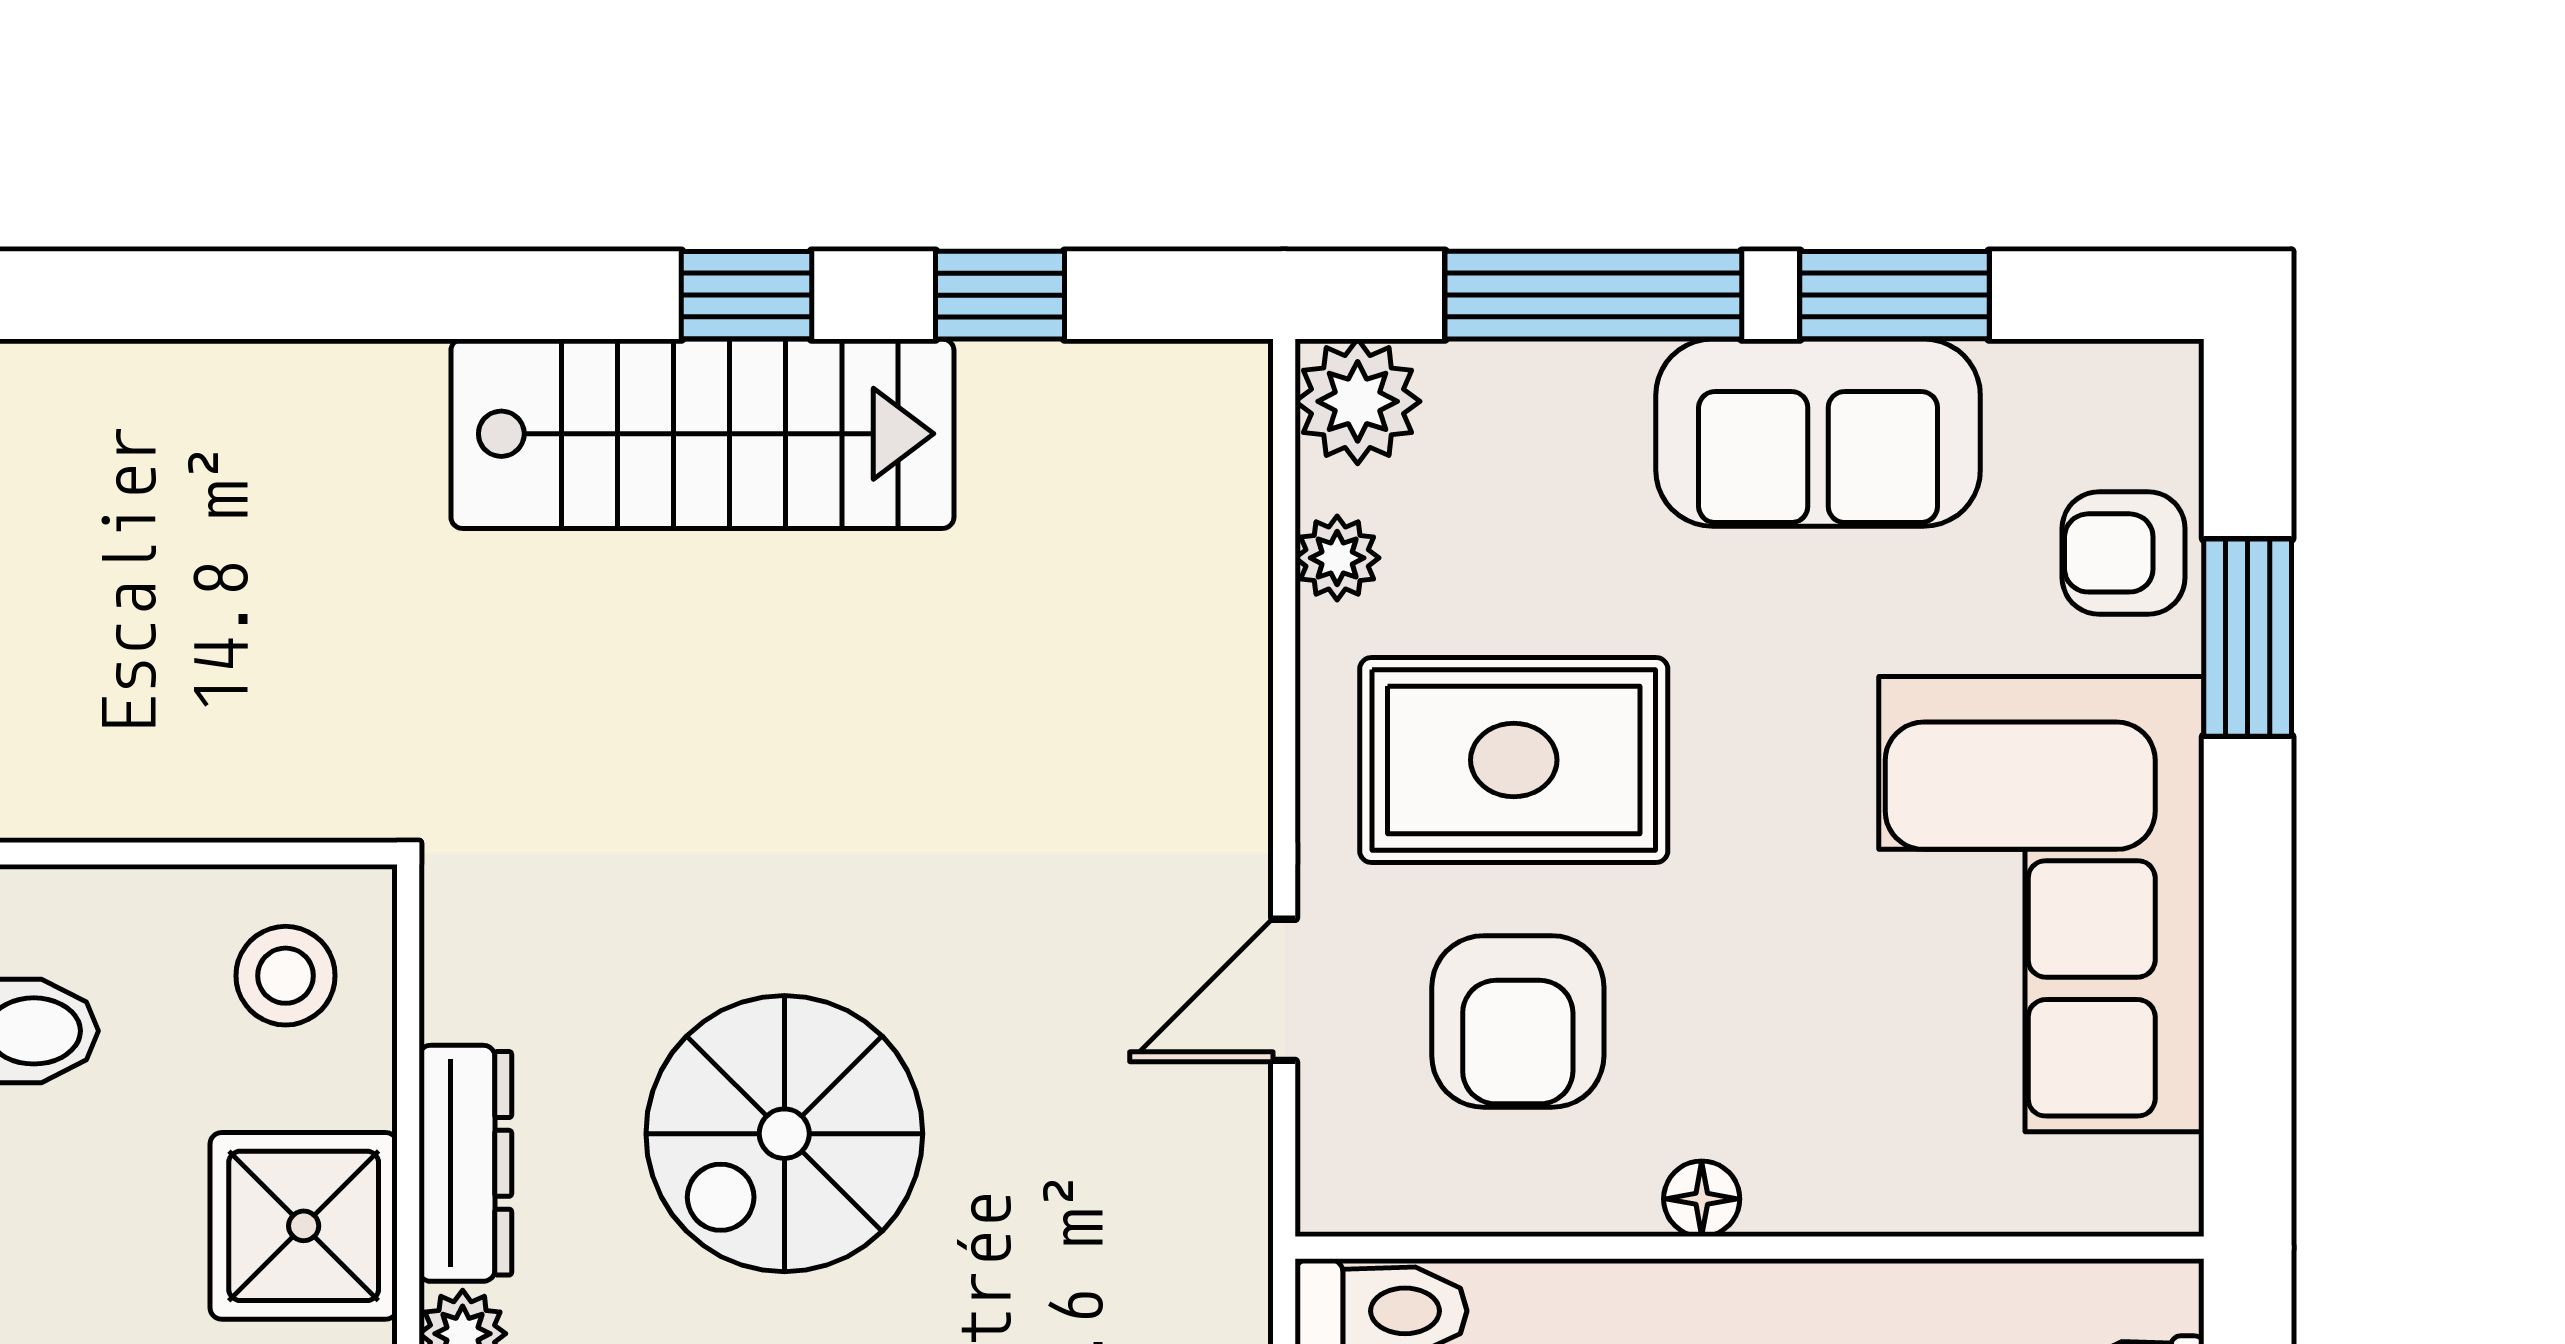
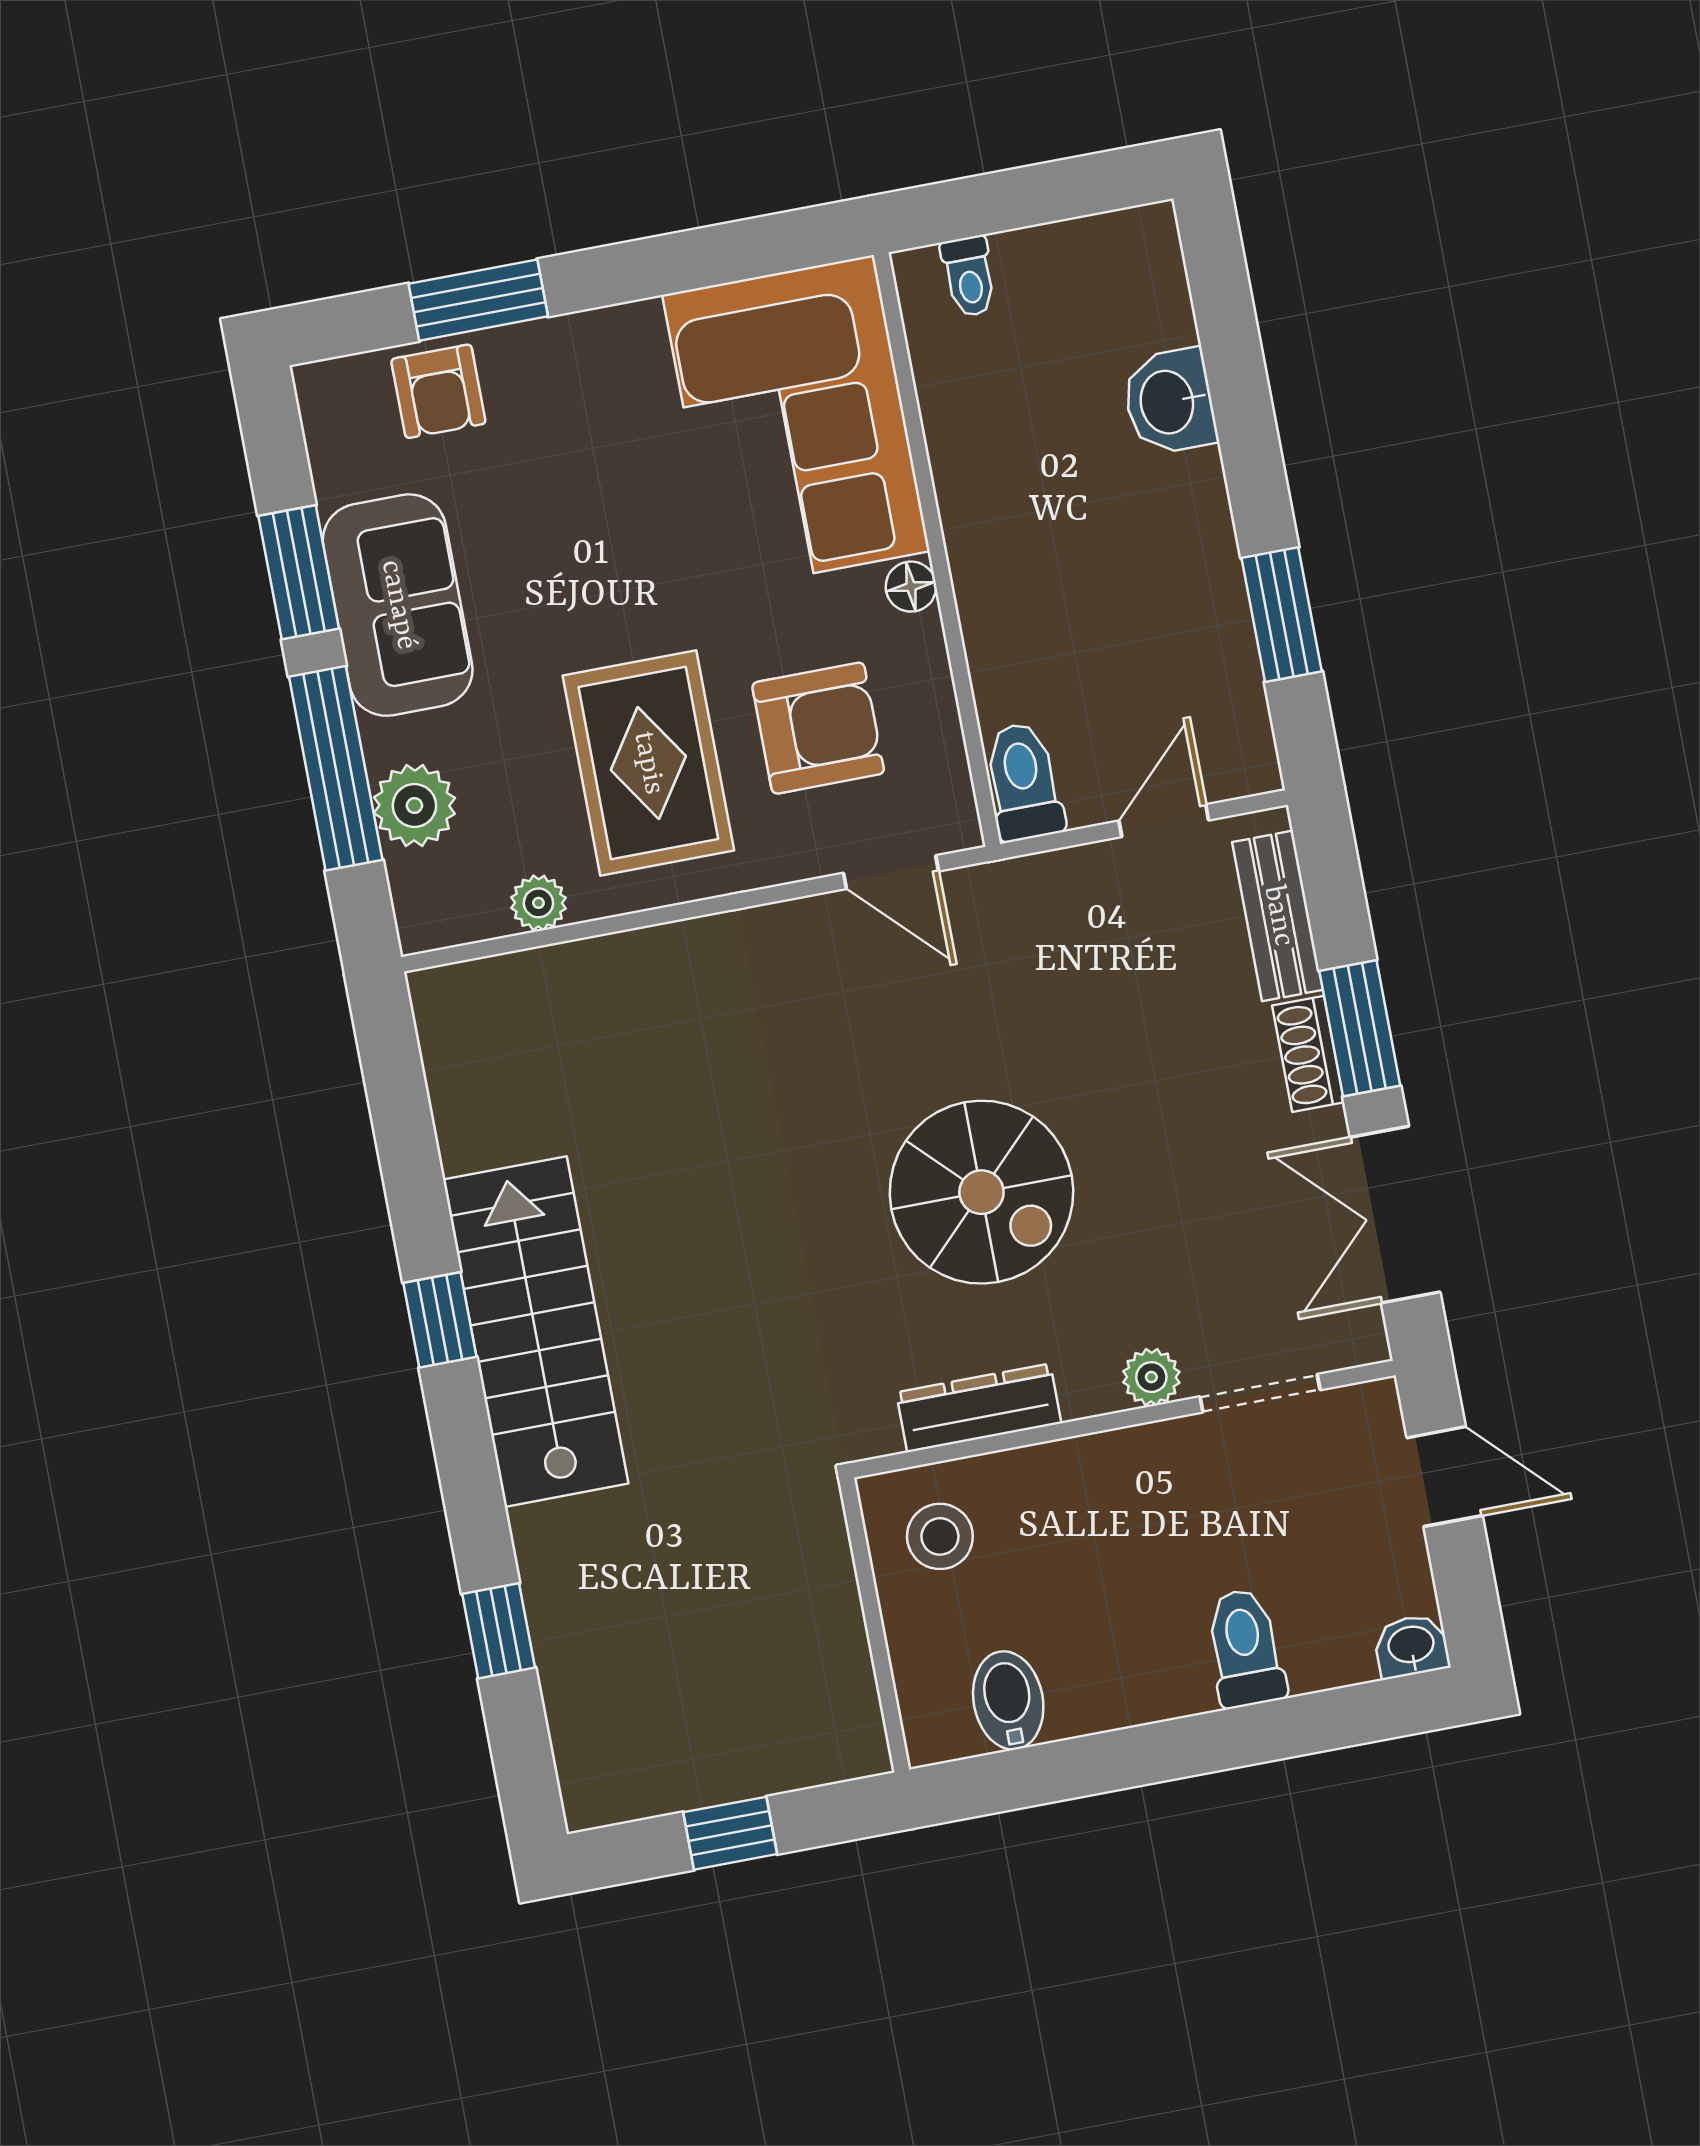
window: (1000, 295) -> (499, 1631), moved
plant: (1358, 401) -> (414, 806), moved
corner sofa: (2041, 904) -> (796, 423), moved, turned 90
door: (1284, 990) -> (891, 872), moved
dresser: (465, 1163) -> (979, 1408), moved
shower: (304, 1226) -> (1101, 1494), removed

